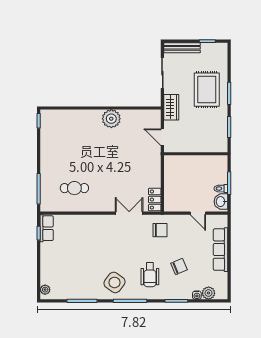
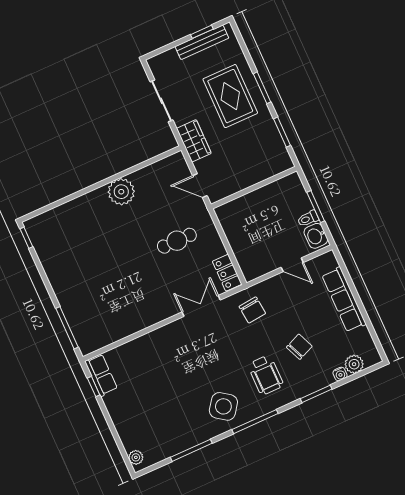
bench: (182, 48) -> (202, 42), moved
cafe table: (74, 188) -> (177, 241), moved
chair: (160, 230) -> (252, 310), turned 84

